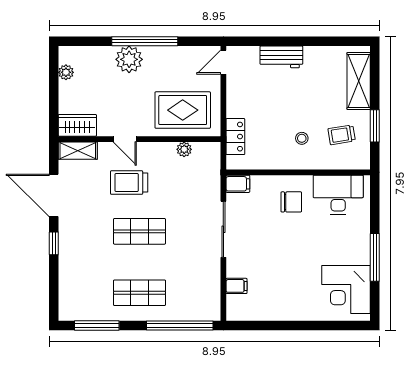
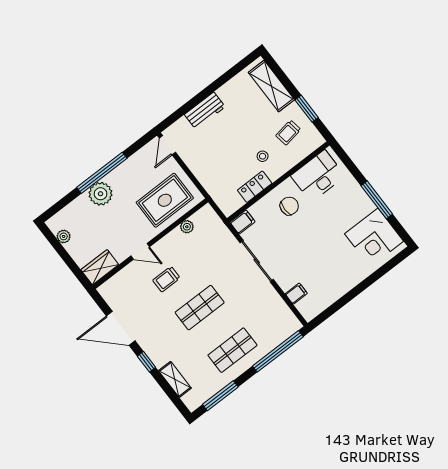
locker: (235, 137) -> (255, 187), moved, turned -90
shelving: (78, 151) -> (175, 379), moved, turned 90
trolley: (129, 183) -> (166, 279), width x0.73, depth x0.72

